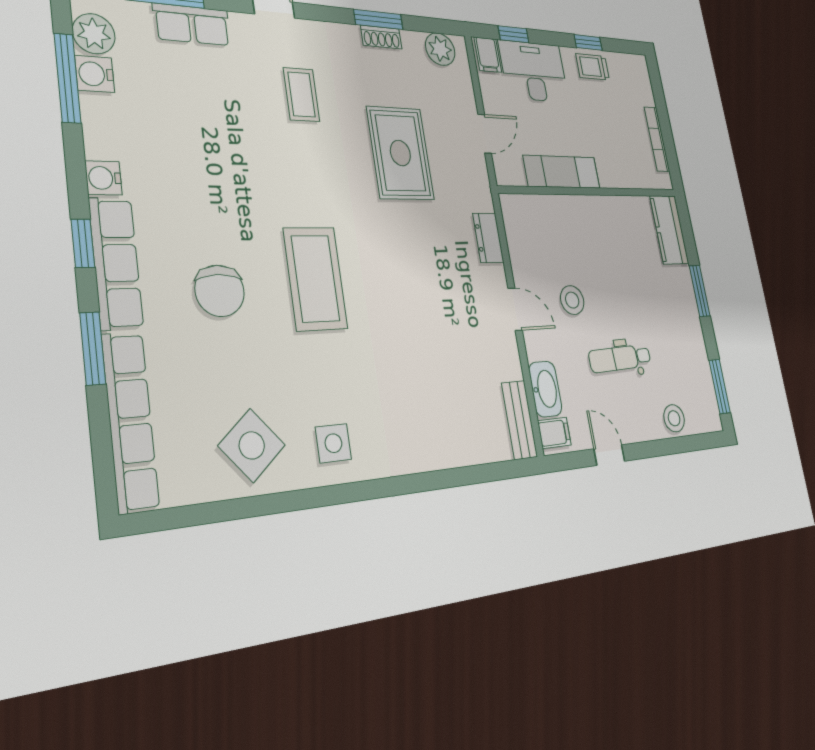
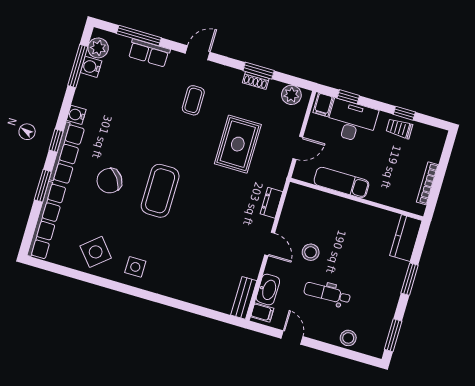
chair: (220, 291) -> (109, 181), turned 55

